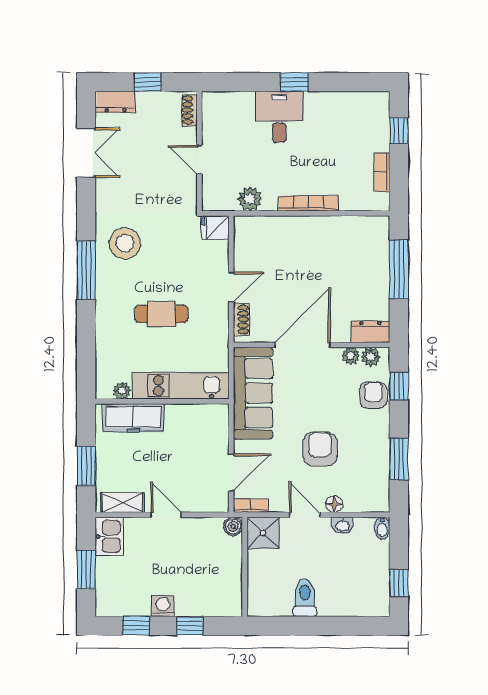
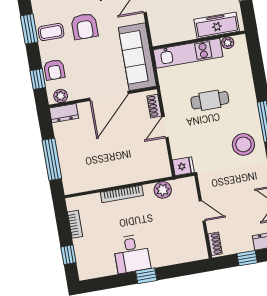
desk: (279, 117) -> (132, 254), moved
plant: (351, 356) -> (75, 94), removed
coffee table: (369, 449) -> (51, 32), added

